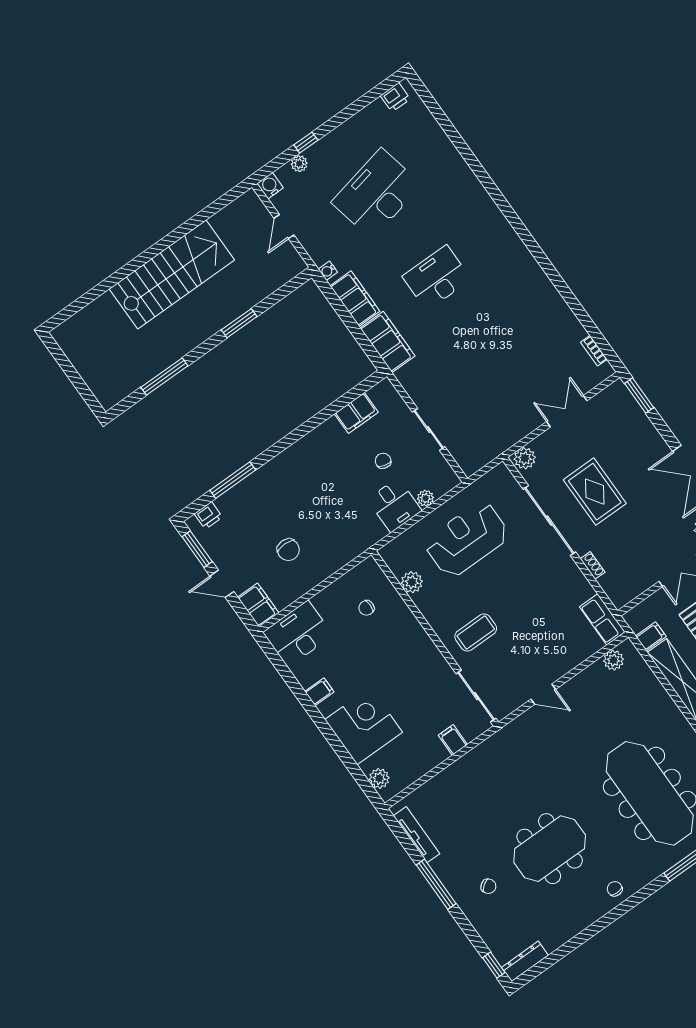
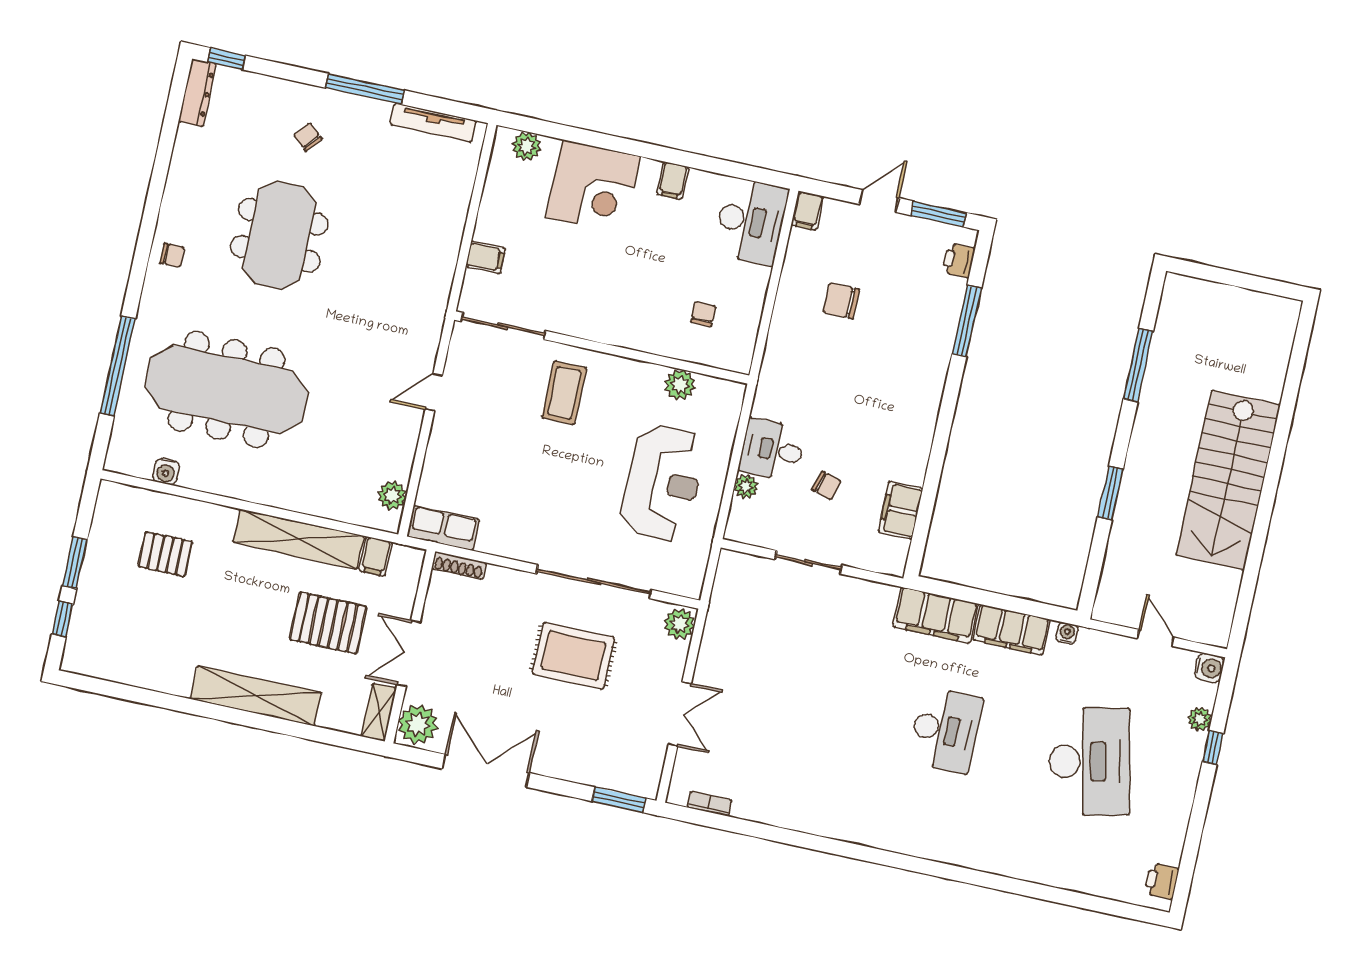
shoe rack: (593, 565) -> (459, 566), moved, width x1.43
filing cabinet: (258, 605) -> (807, 211), width x0.50
chair: (488, 886) -> (308, 137), turned 74

